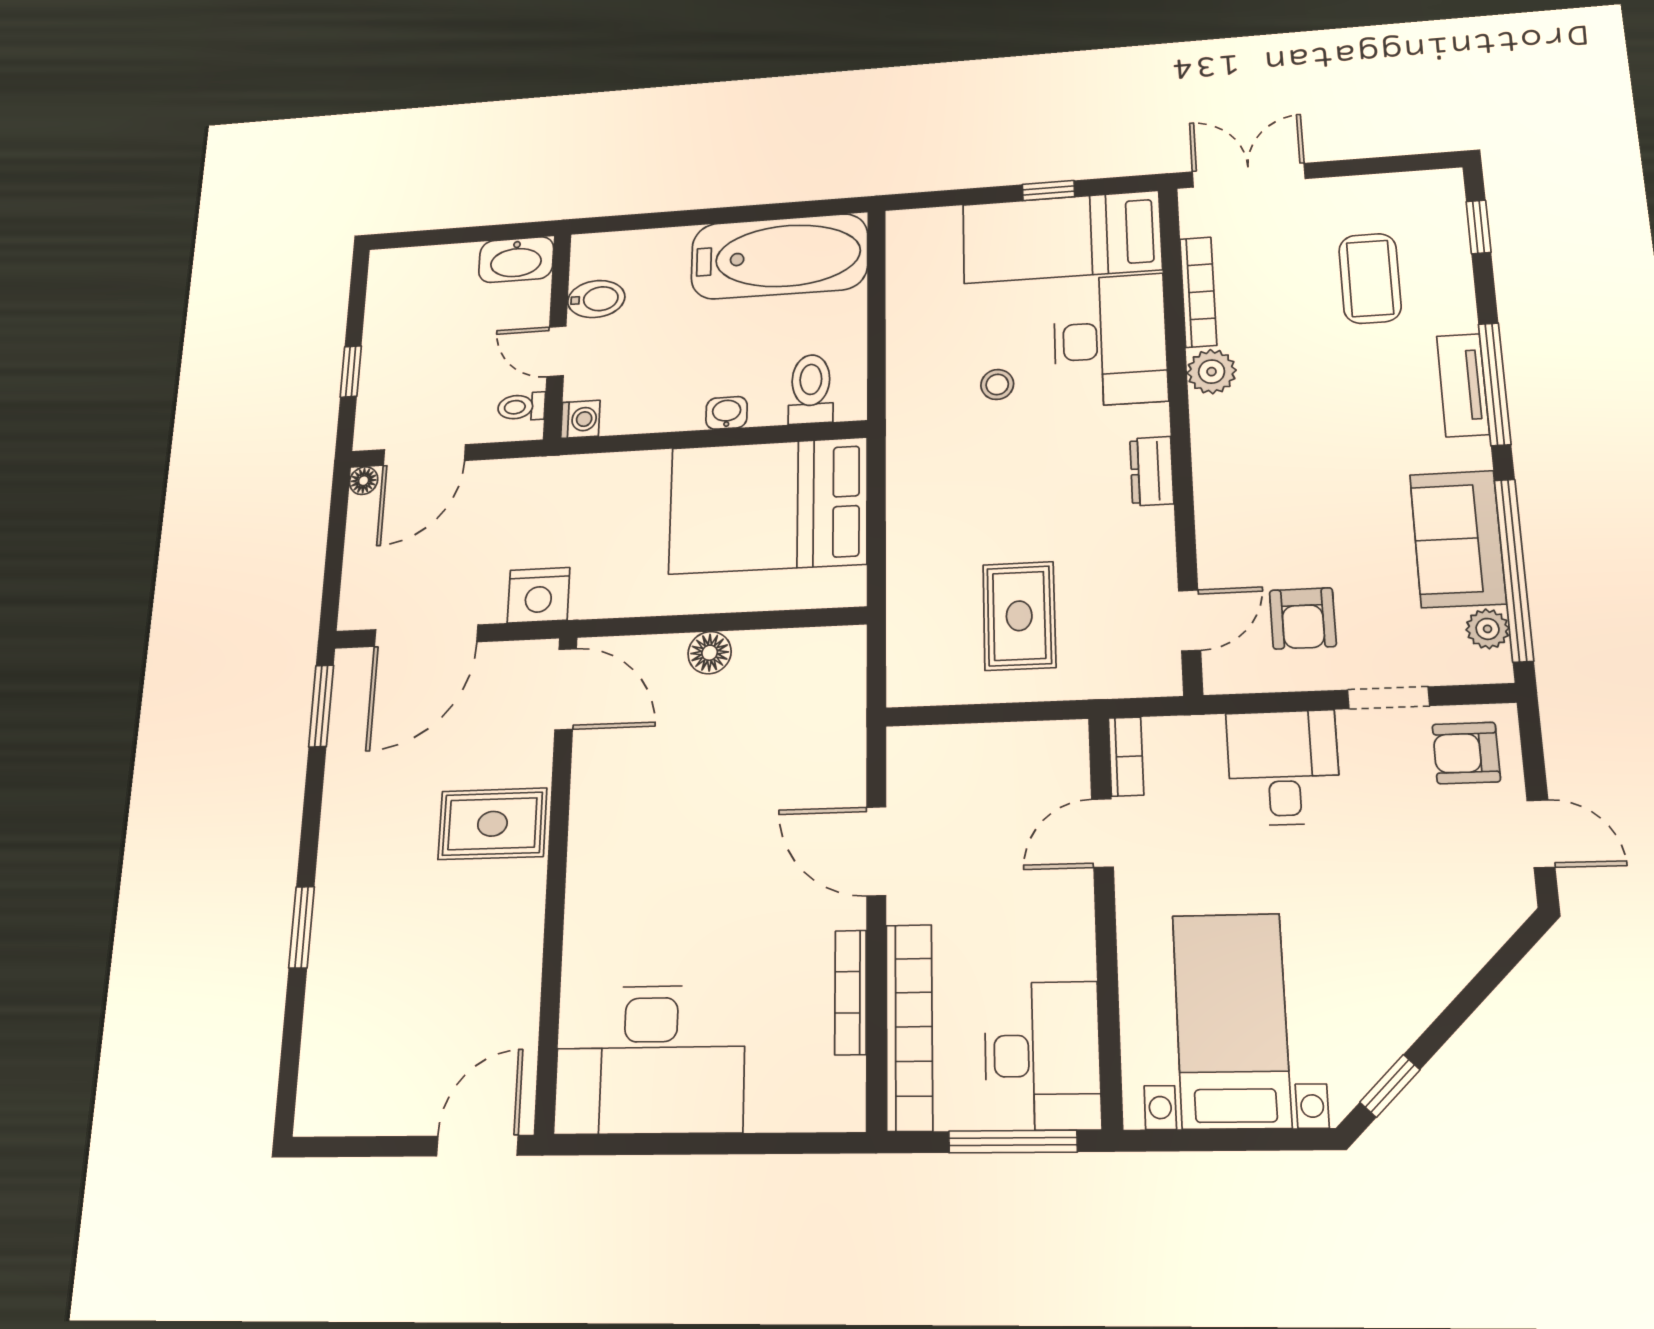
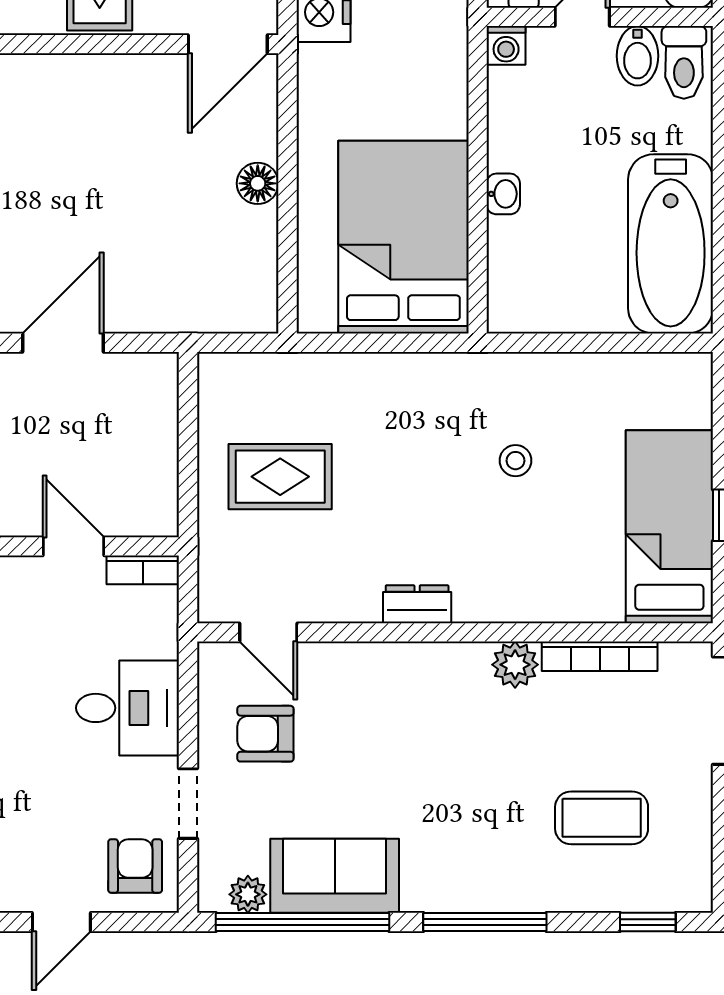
desk: (1110, 340) -> (555, 570), removed
tv unit: (1463, 385) -> (486, 893), removed
toilet: (811, 389) -> (684, 62), moved, turned 90

